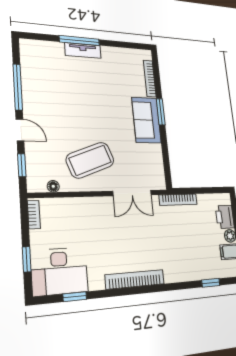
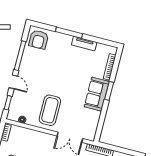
tv unit: (83, 50) -> (84, 44), moved
armchair: (39, 58) -> (39, 39), added
coffee table: (90, 160) -> (50, 110), turned -70

